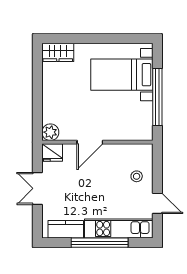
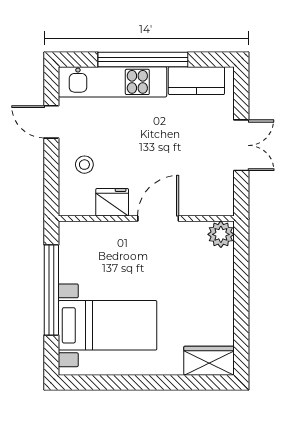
fridge: (52, 152) -> (112, 202), moved

